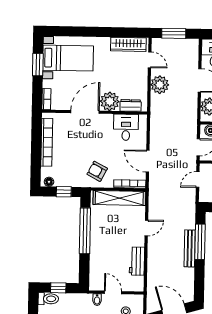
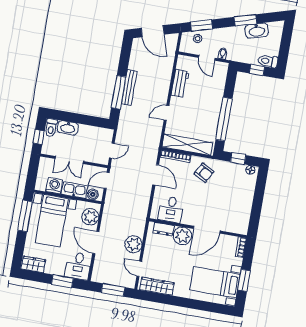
bookcase: (47, 142) -> (247, 207), removed

